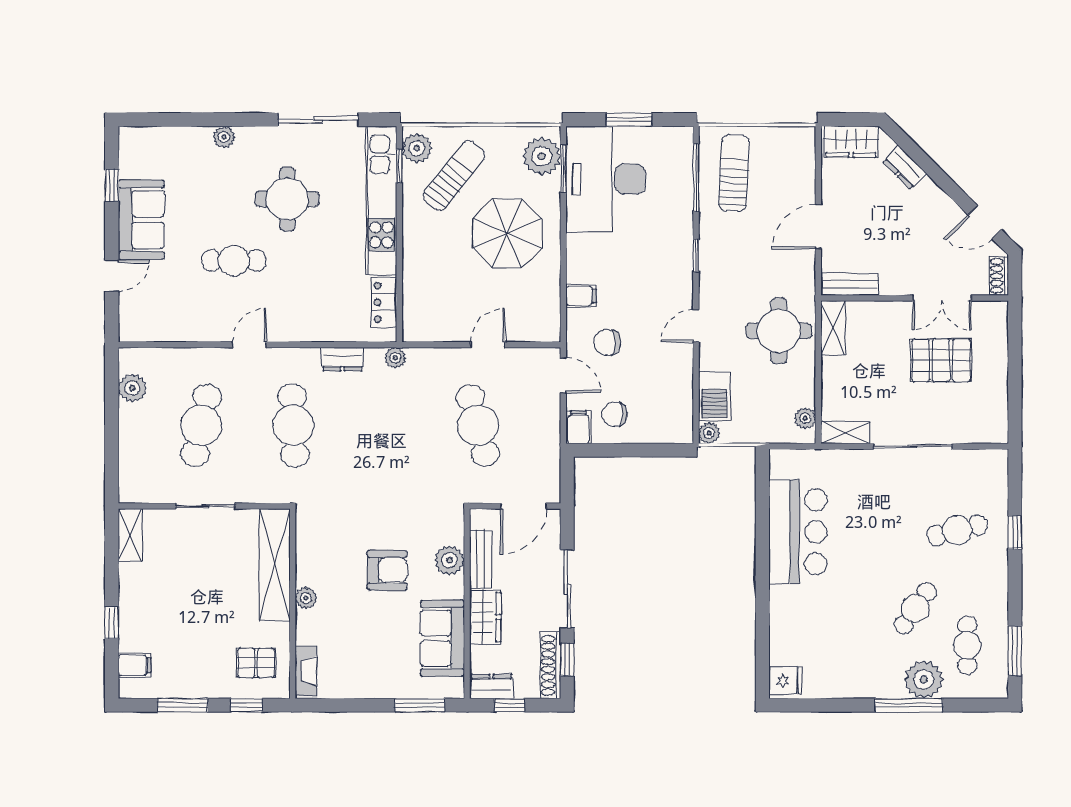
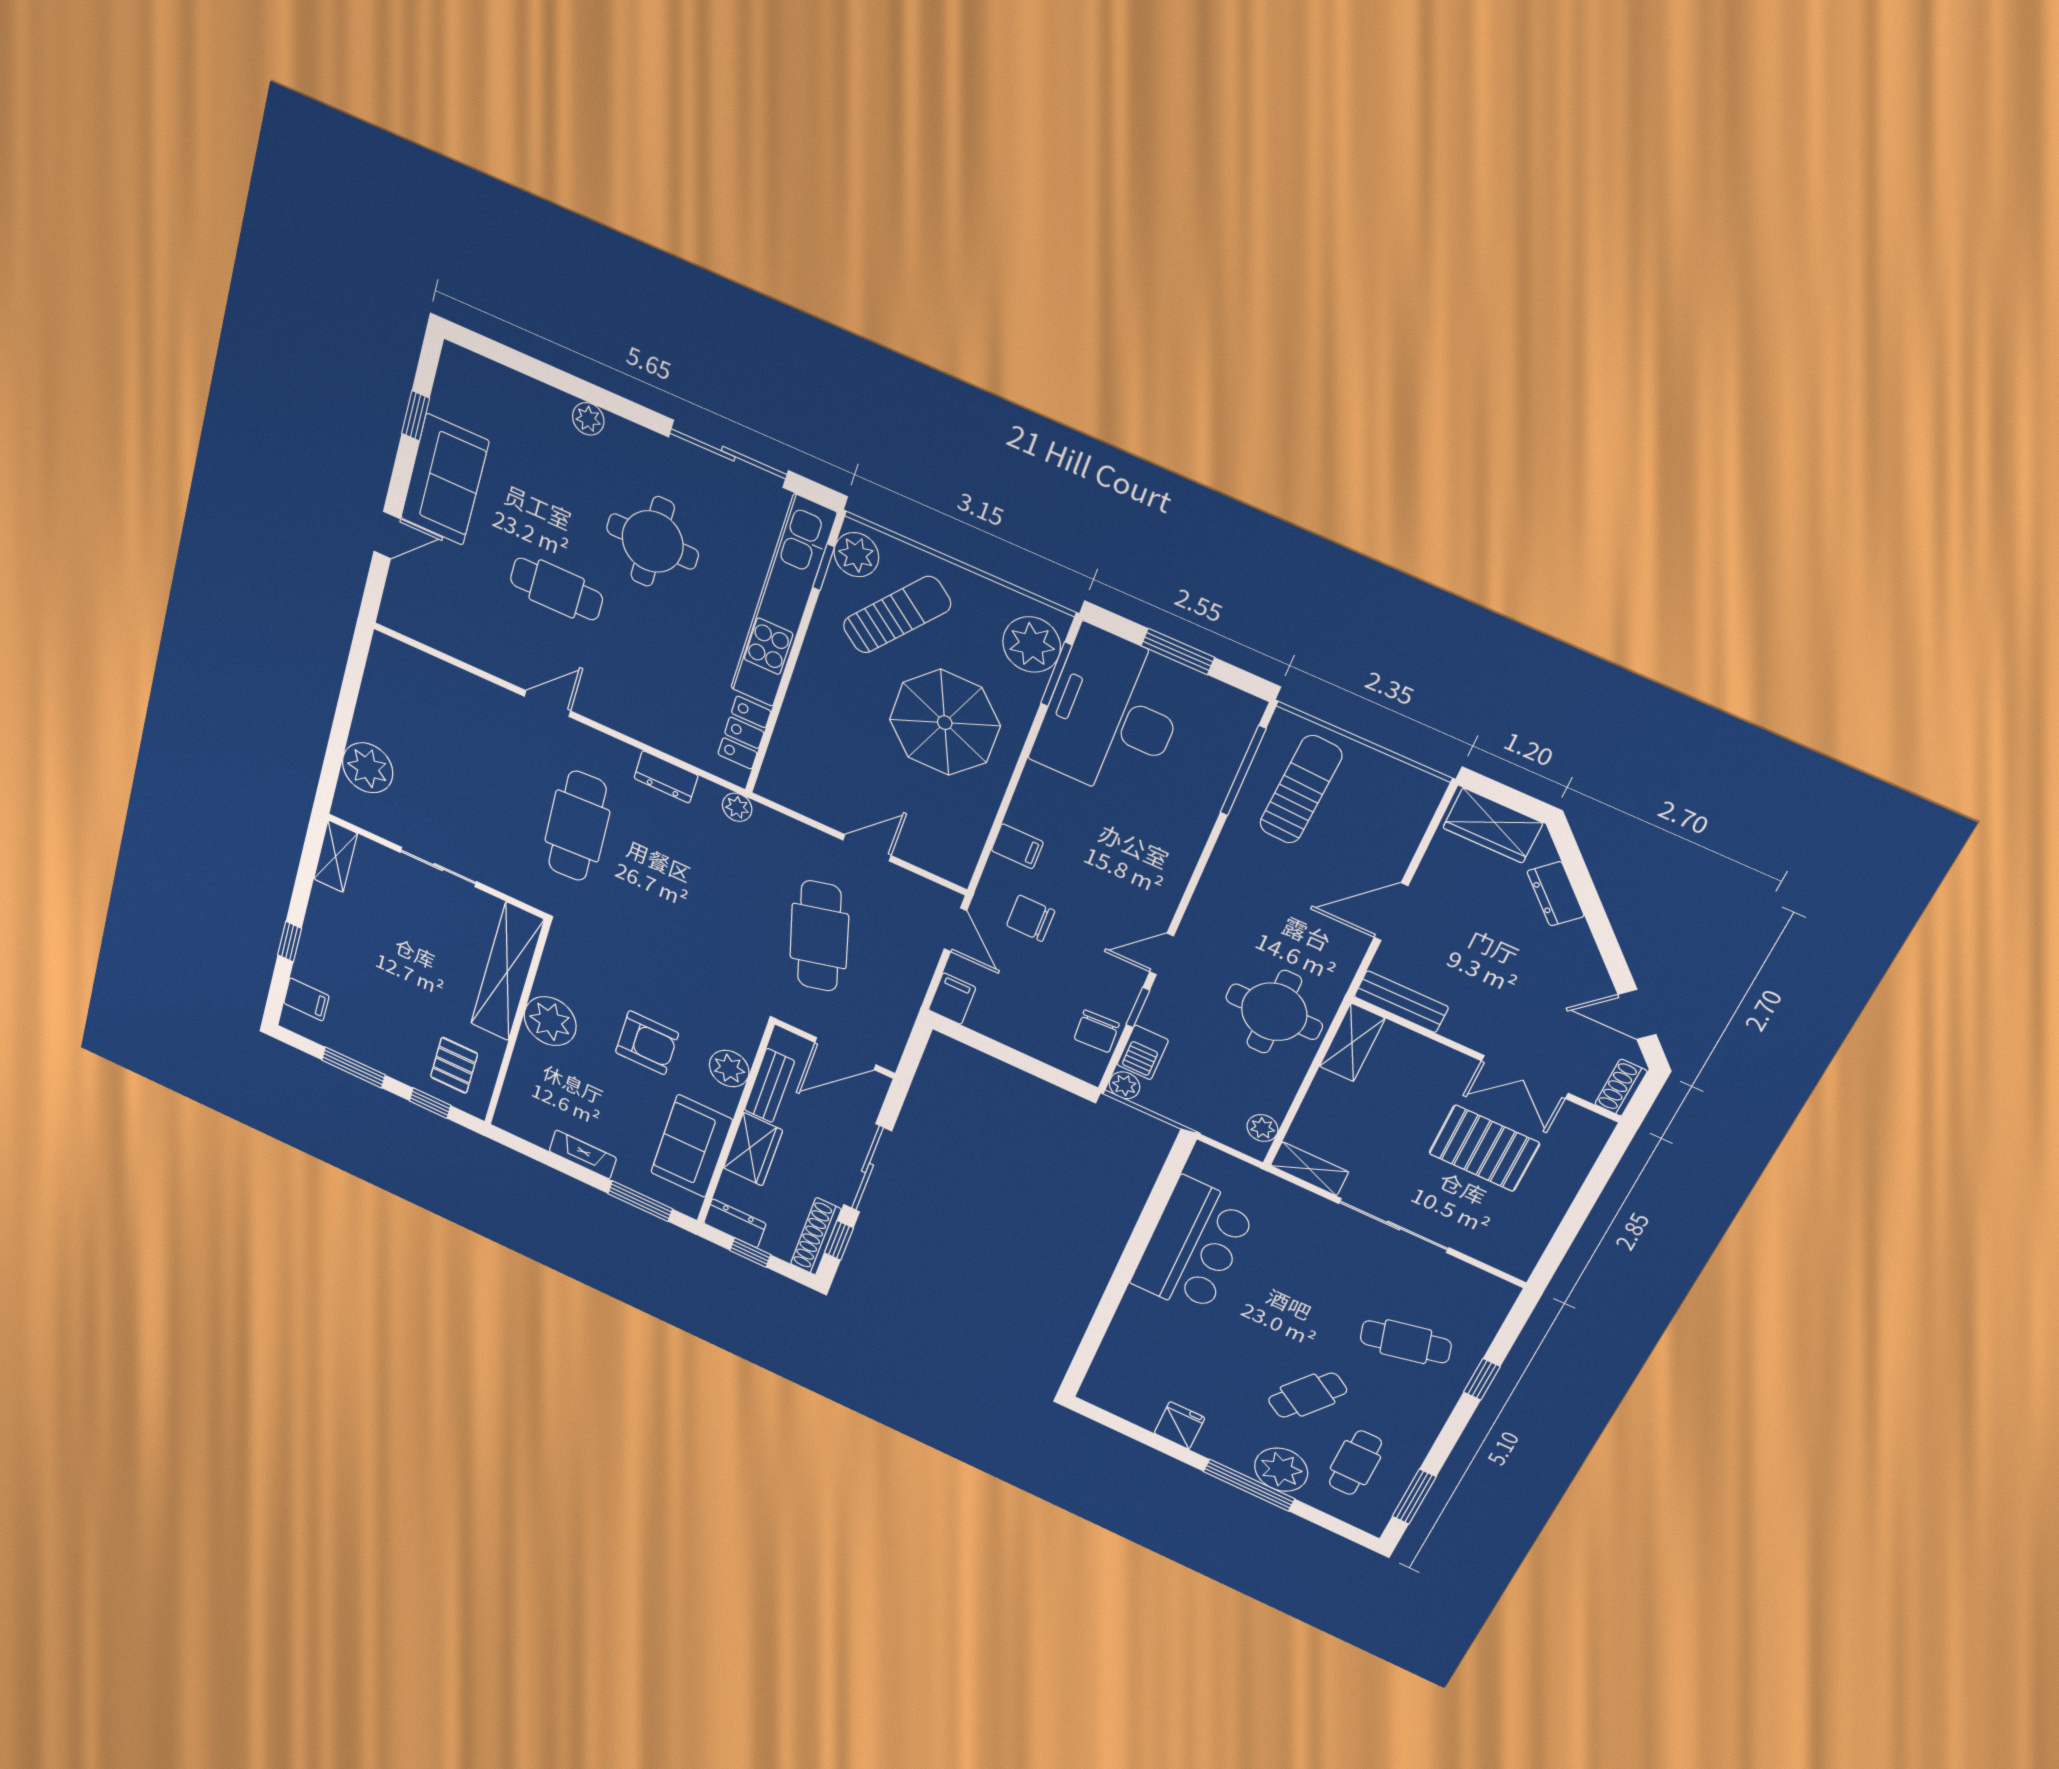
window: (696, 255) -> (1138, 1007), moved
plant: (132, 388) -> (368, 768), moved, width x1.36, depth x1.36
barbecue: (715, 396) -> (1143, 1052), width x0.73, depth x0.79
chair: (615, 414) -> (1097, 1031), moved, turned -93
cafe table: (201, 425) -> (458, 772), removed
plant: (306, 598) -> (550, 1021), width x1.88, depth x1.88
pallet: (256, 663) -> (454, 1065), turned 90
fireplace: (306, 671) -> (583, 1155), moved, turned -90
fridge: (785, 681) -> (1179, 1425), moved, turned -90

